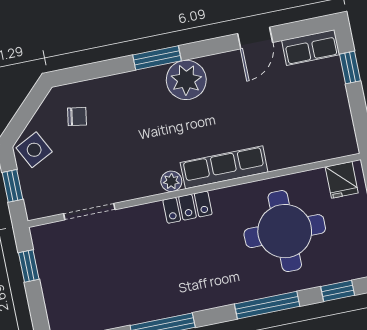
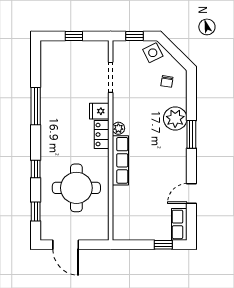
door: (255, 38) -> (191, 193), hinge flipped
plant: (186, 80) -> (175, 119), moved
fridge: (342, 180) -> (99, 111), moved
window: (29, 266) -> (74, 36), moved
window: (267, 305) -> (36, 169), width x0.46

